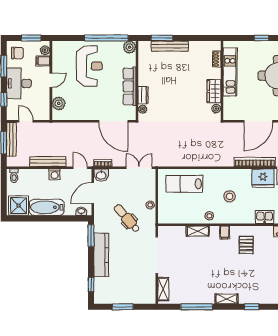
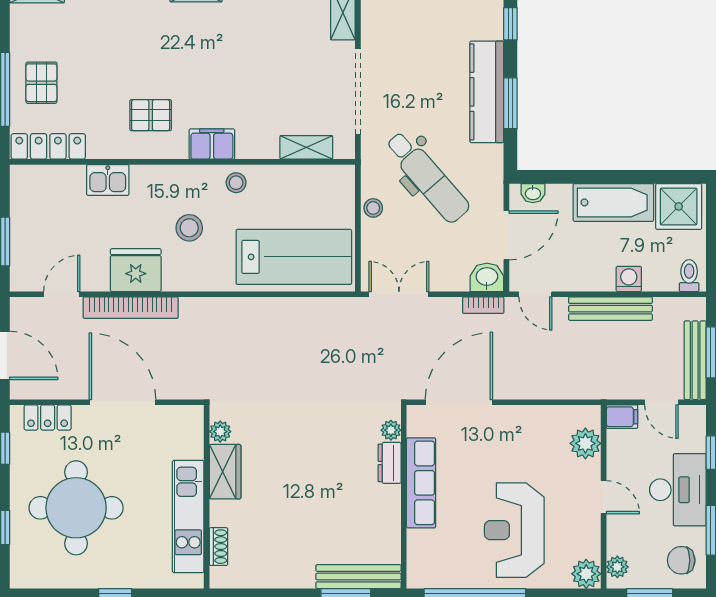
bench: (170, 46) -> (358, 577), moved
plant: (130, 47) -> (586, 574), moved
filing cabinet: (43, 61) -> (622, 417), moved
door: (51, 80) -> (604, 497), swing flipped
door: (113, 121) -> (459, 402), hinge flipped
door: (258, 121) -> (122, 402), hinge flipped
double door: (139, 168) -> (399, 294), swing flipped
washing machine: (55, 174) -> (629, 279), moved
fridge: (263, 178) -> (136, 270), moved
lab bench: (184, 184) -> (294, 257), width x1.36, depth x1.39
dental chair: (127, 218) -> (427, 177), width x1.36, depth x1.38
shelving: (198, 231) -> (306, 147), moved
filing cabinet: (225, 232) -> (212, 144), width x2.00
window: (91, 235) -> (510, 103), moved
pallet: (246, 245) -> (151, 115), turned 90

